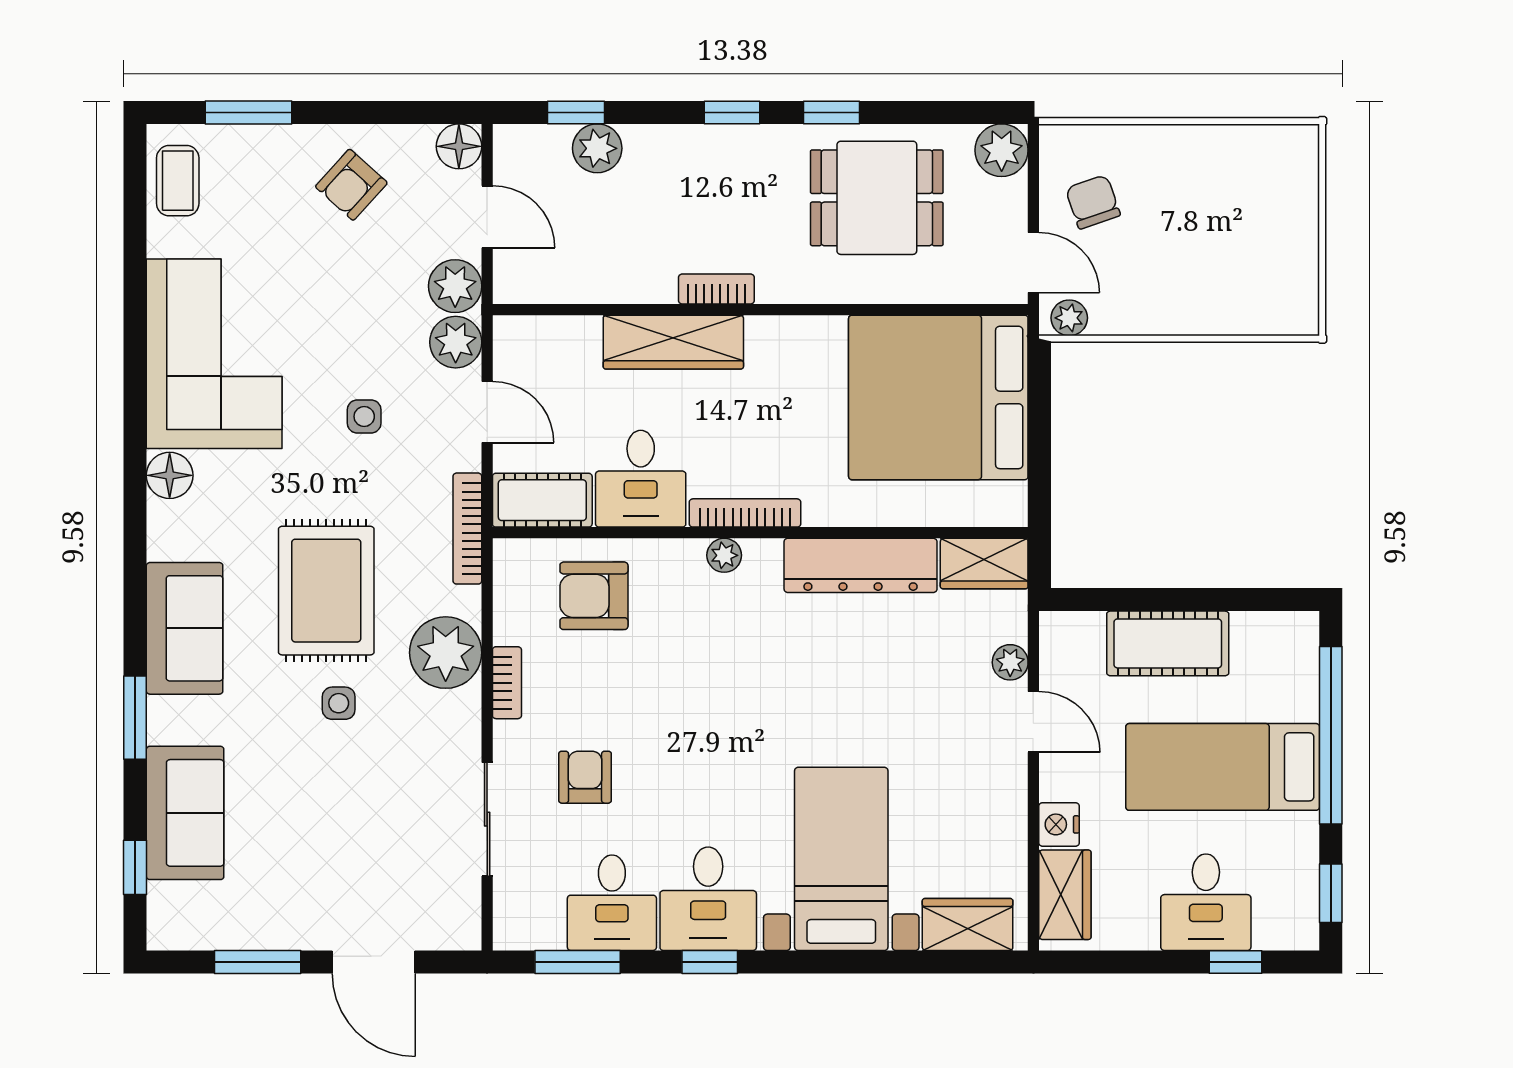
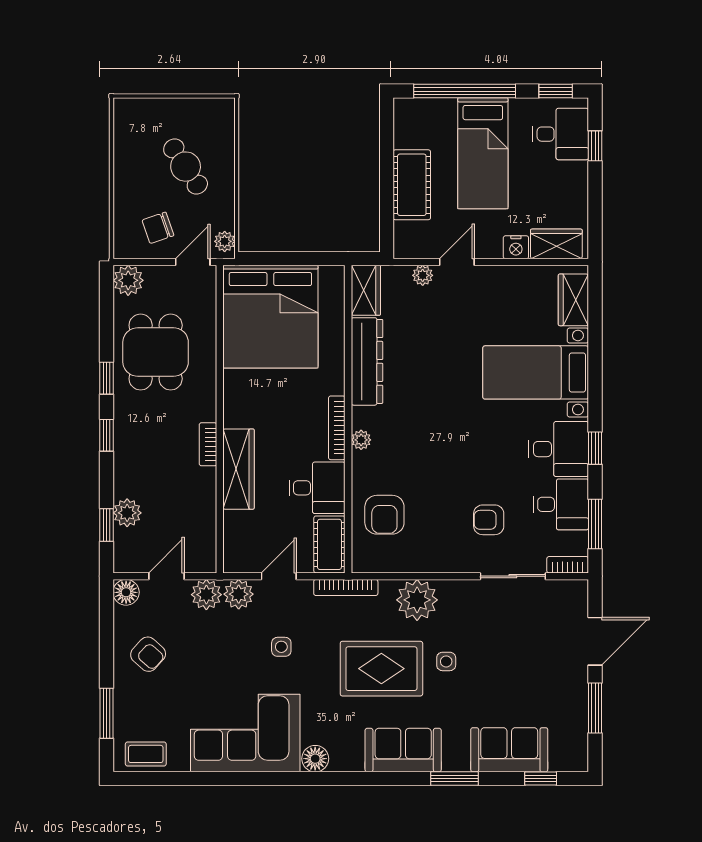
cafe table: (1199, 250) -> (186, 167), added
bookcase: (507, 683) -> (568, 565), moved
desk: (1206, 902) -> (561, 134), moved

